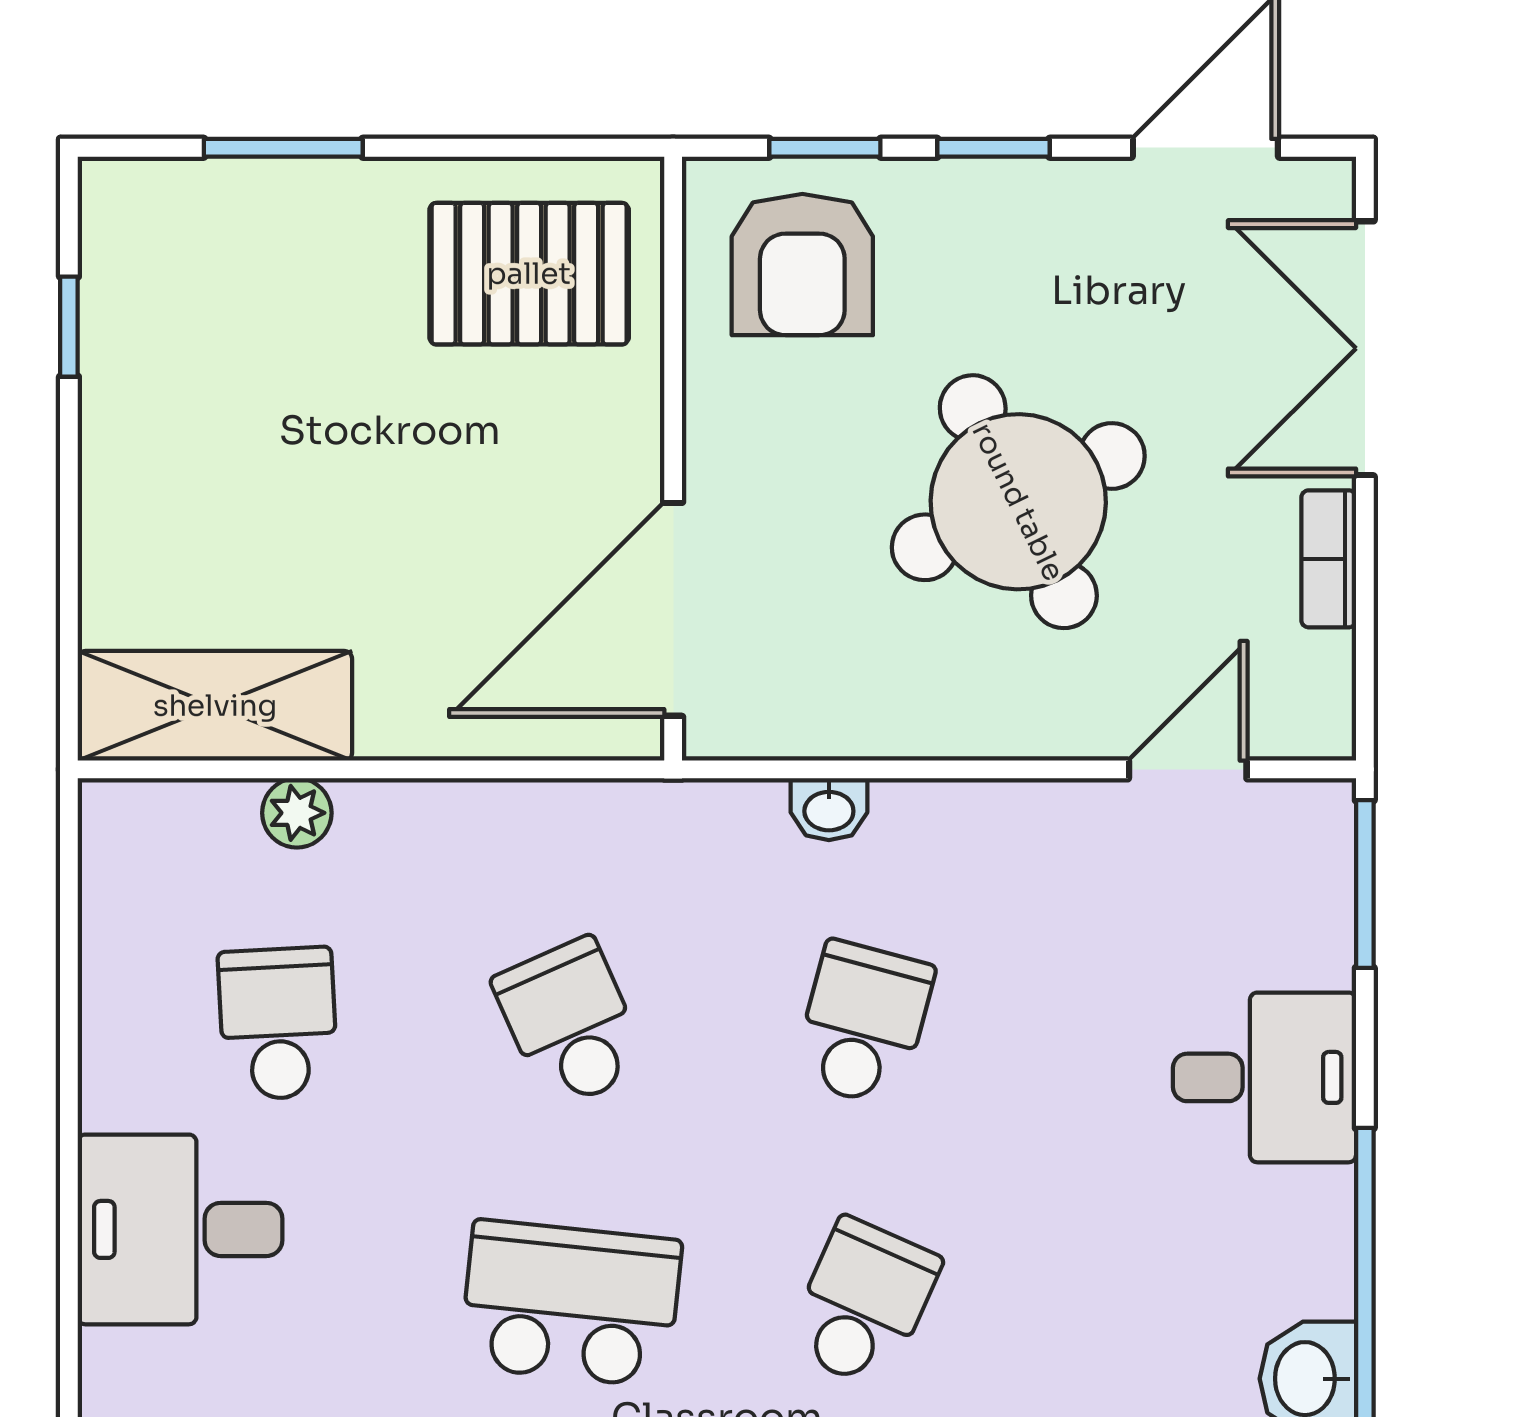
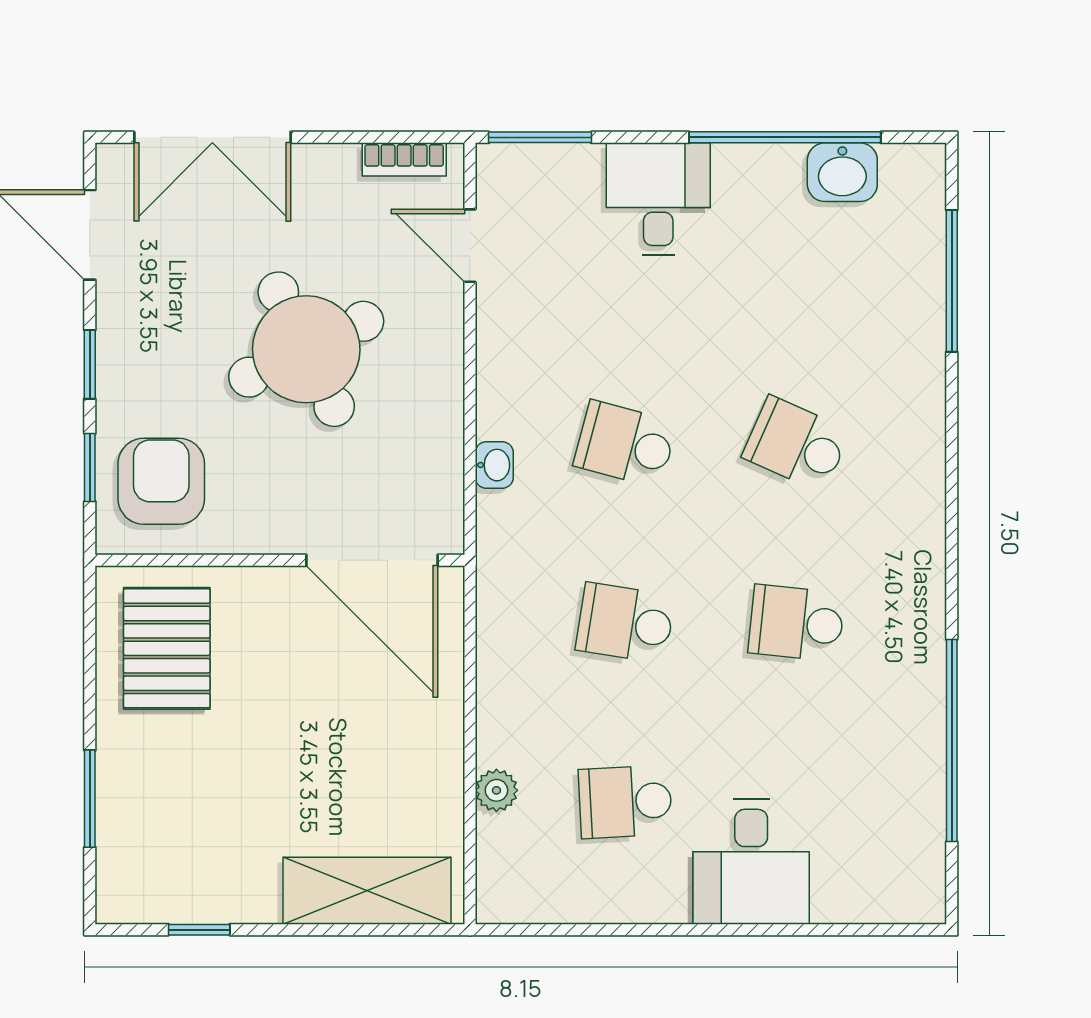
armchair: (802, 265) -> (161, 481), turned -90
bookcase: (1329, 559) -> (404, 159), moved
shelving: (215, 706) -> (367, 891), moved, turned 90
school desk: (571, 1024) -> (625, 623), turned 33
school desk: (571, 1303) -> (796, 623), width x0.54

